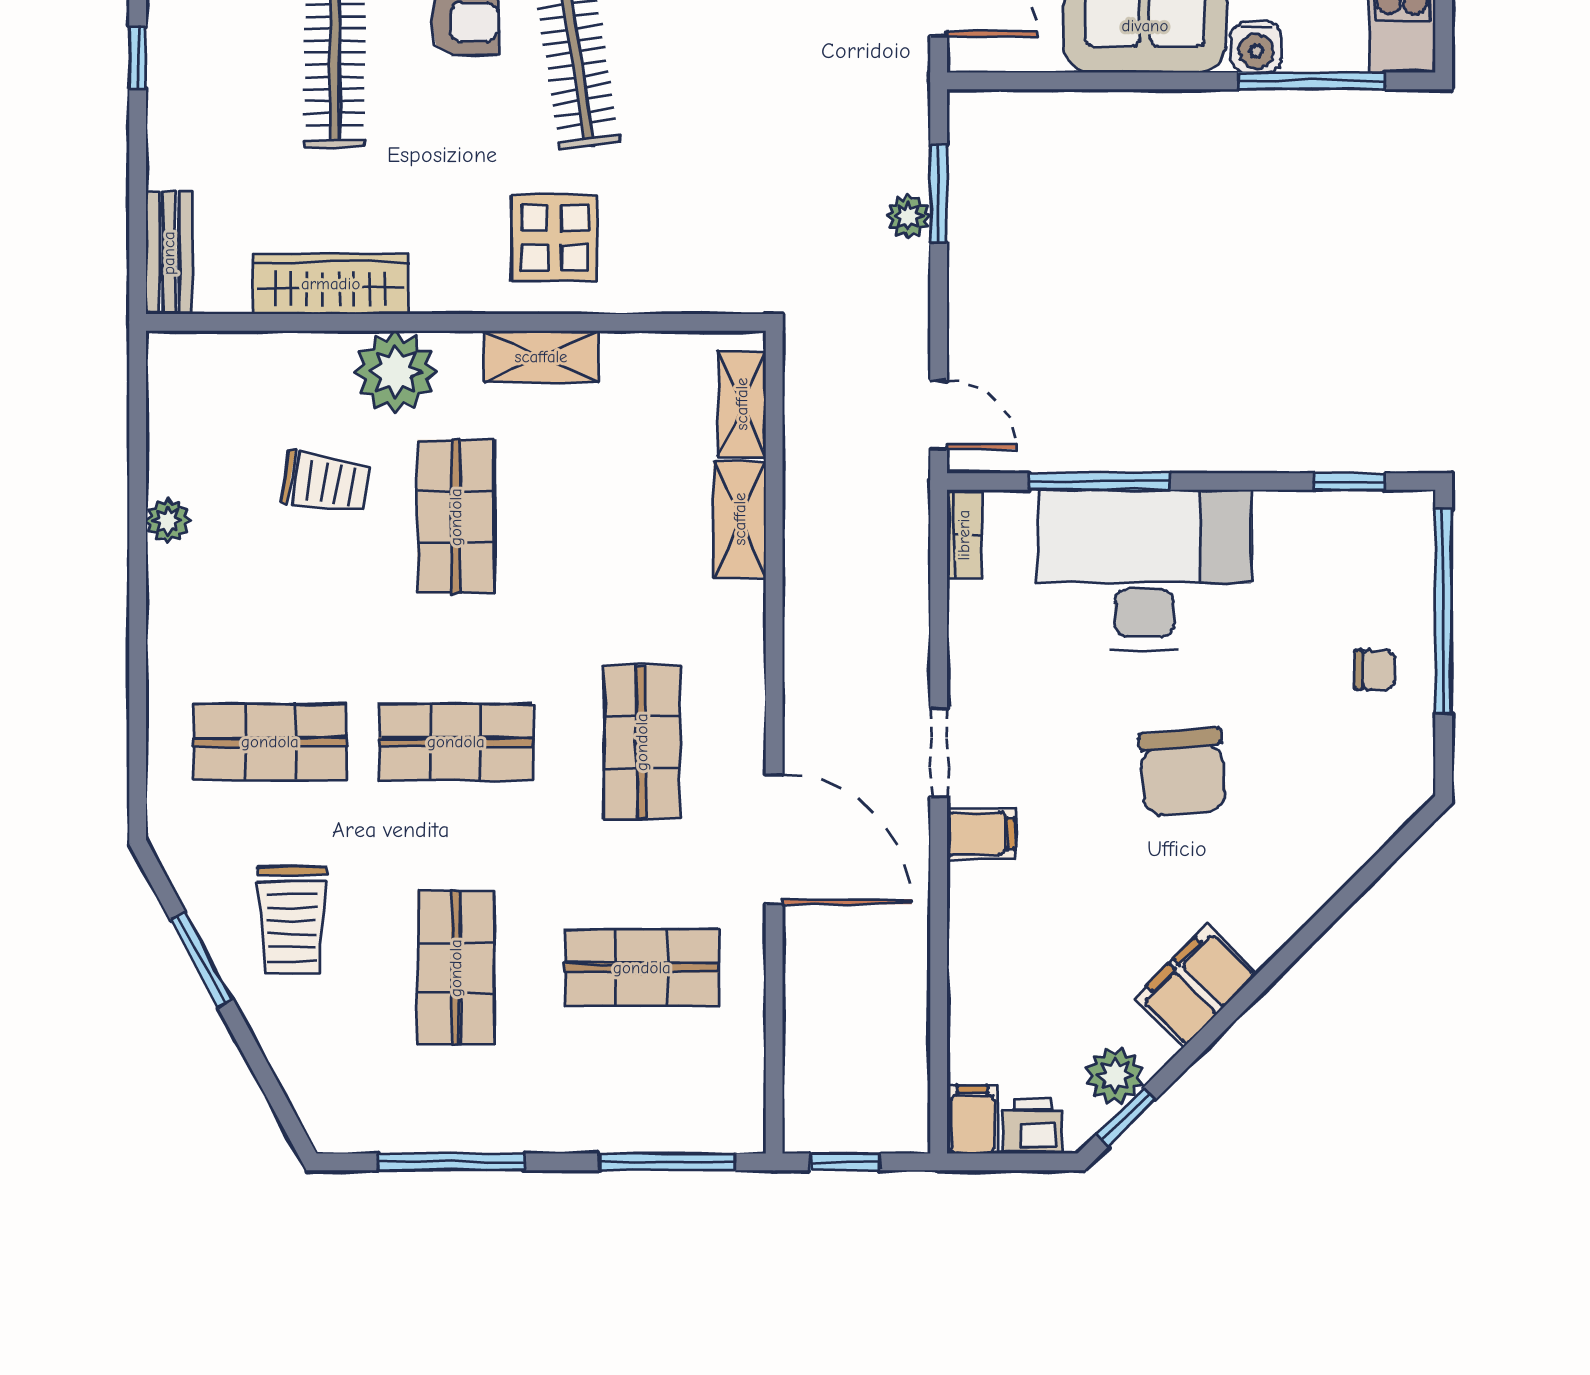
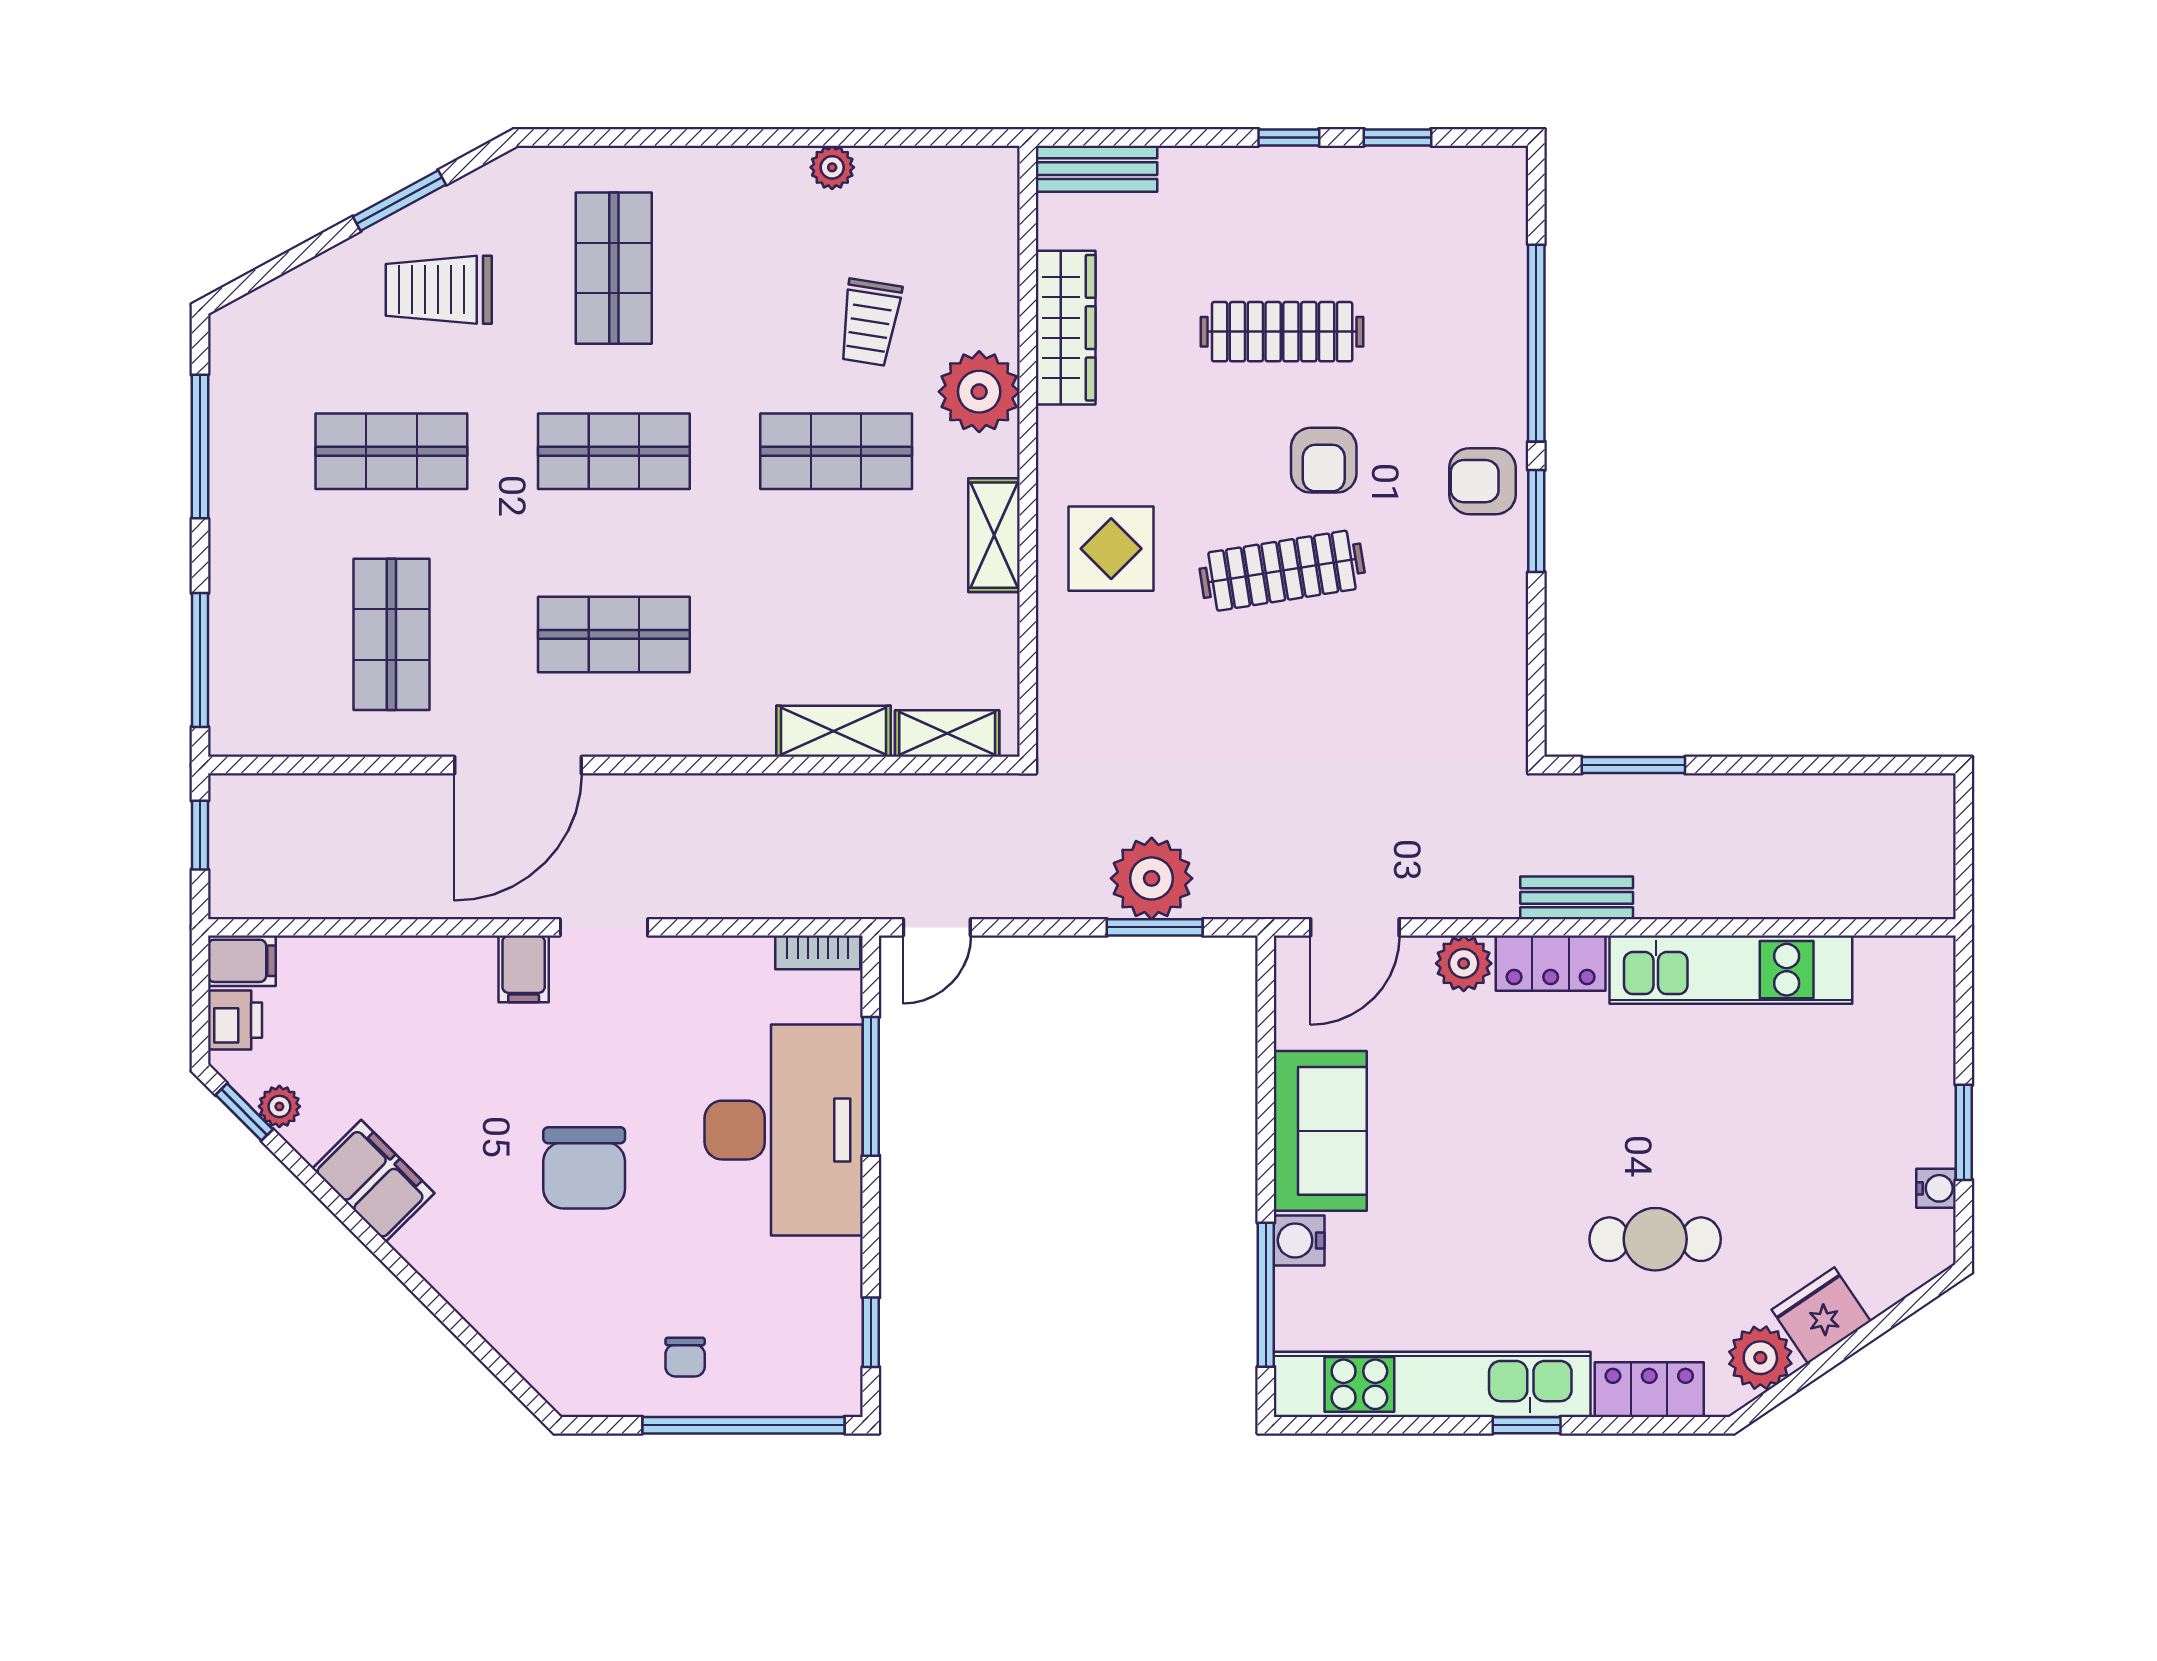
plant: (908, 216) -> (1152, 878), width x1.88, depth x1.88
shop shelf: (456, 742) -> (614, 451), turned 90
chair: (1183, 772) -> (584, 1168), turned -85
plant: (1115, 1076) -> (279, 1106), width x0.73, depth x0.73

